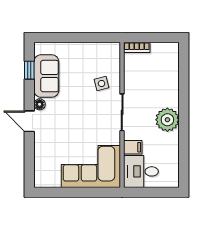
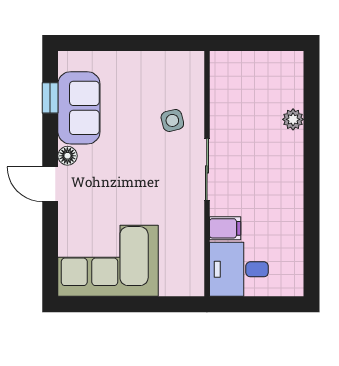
bookcase: (137, 47) -> (232, 60), removed
plant: (167, 120) -> (293, 119), moved, width x0.53, depth x0.53
corner sofa: (91, 166) -> (108, 261), moved

